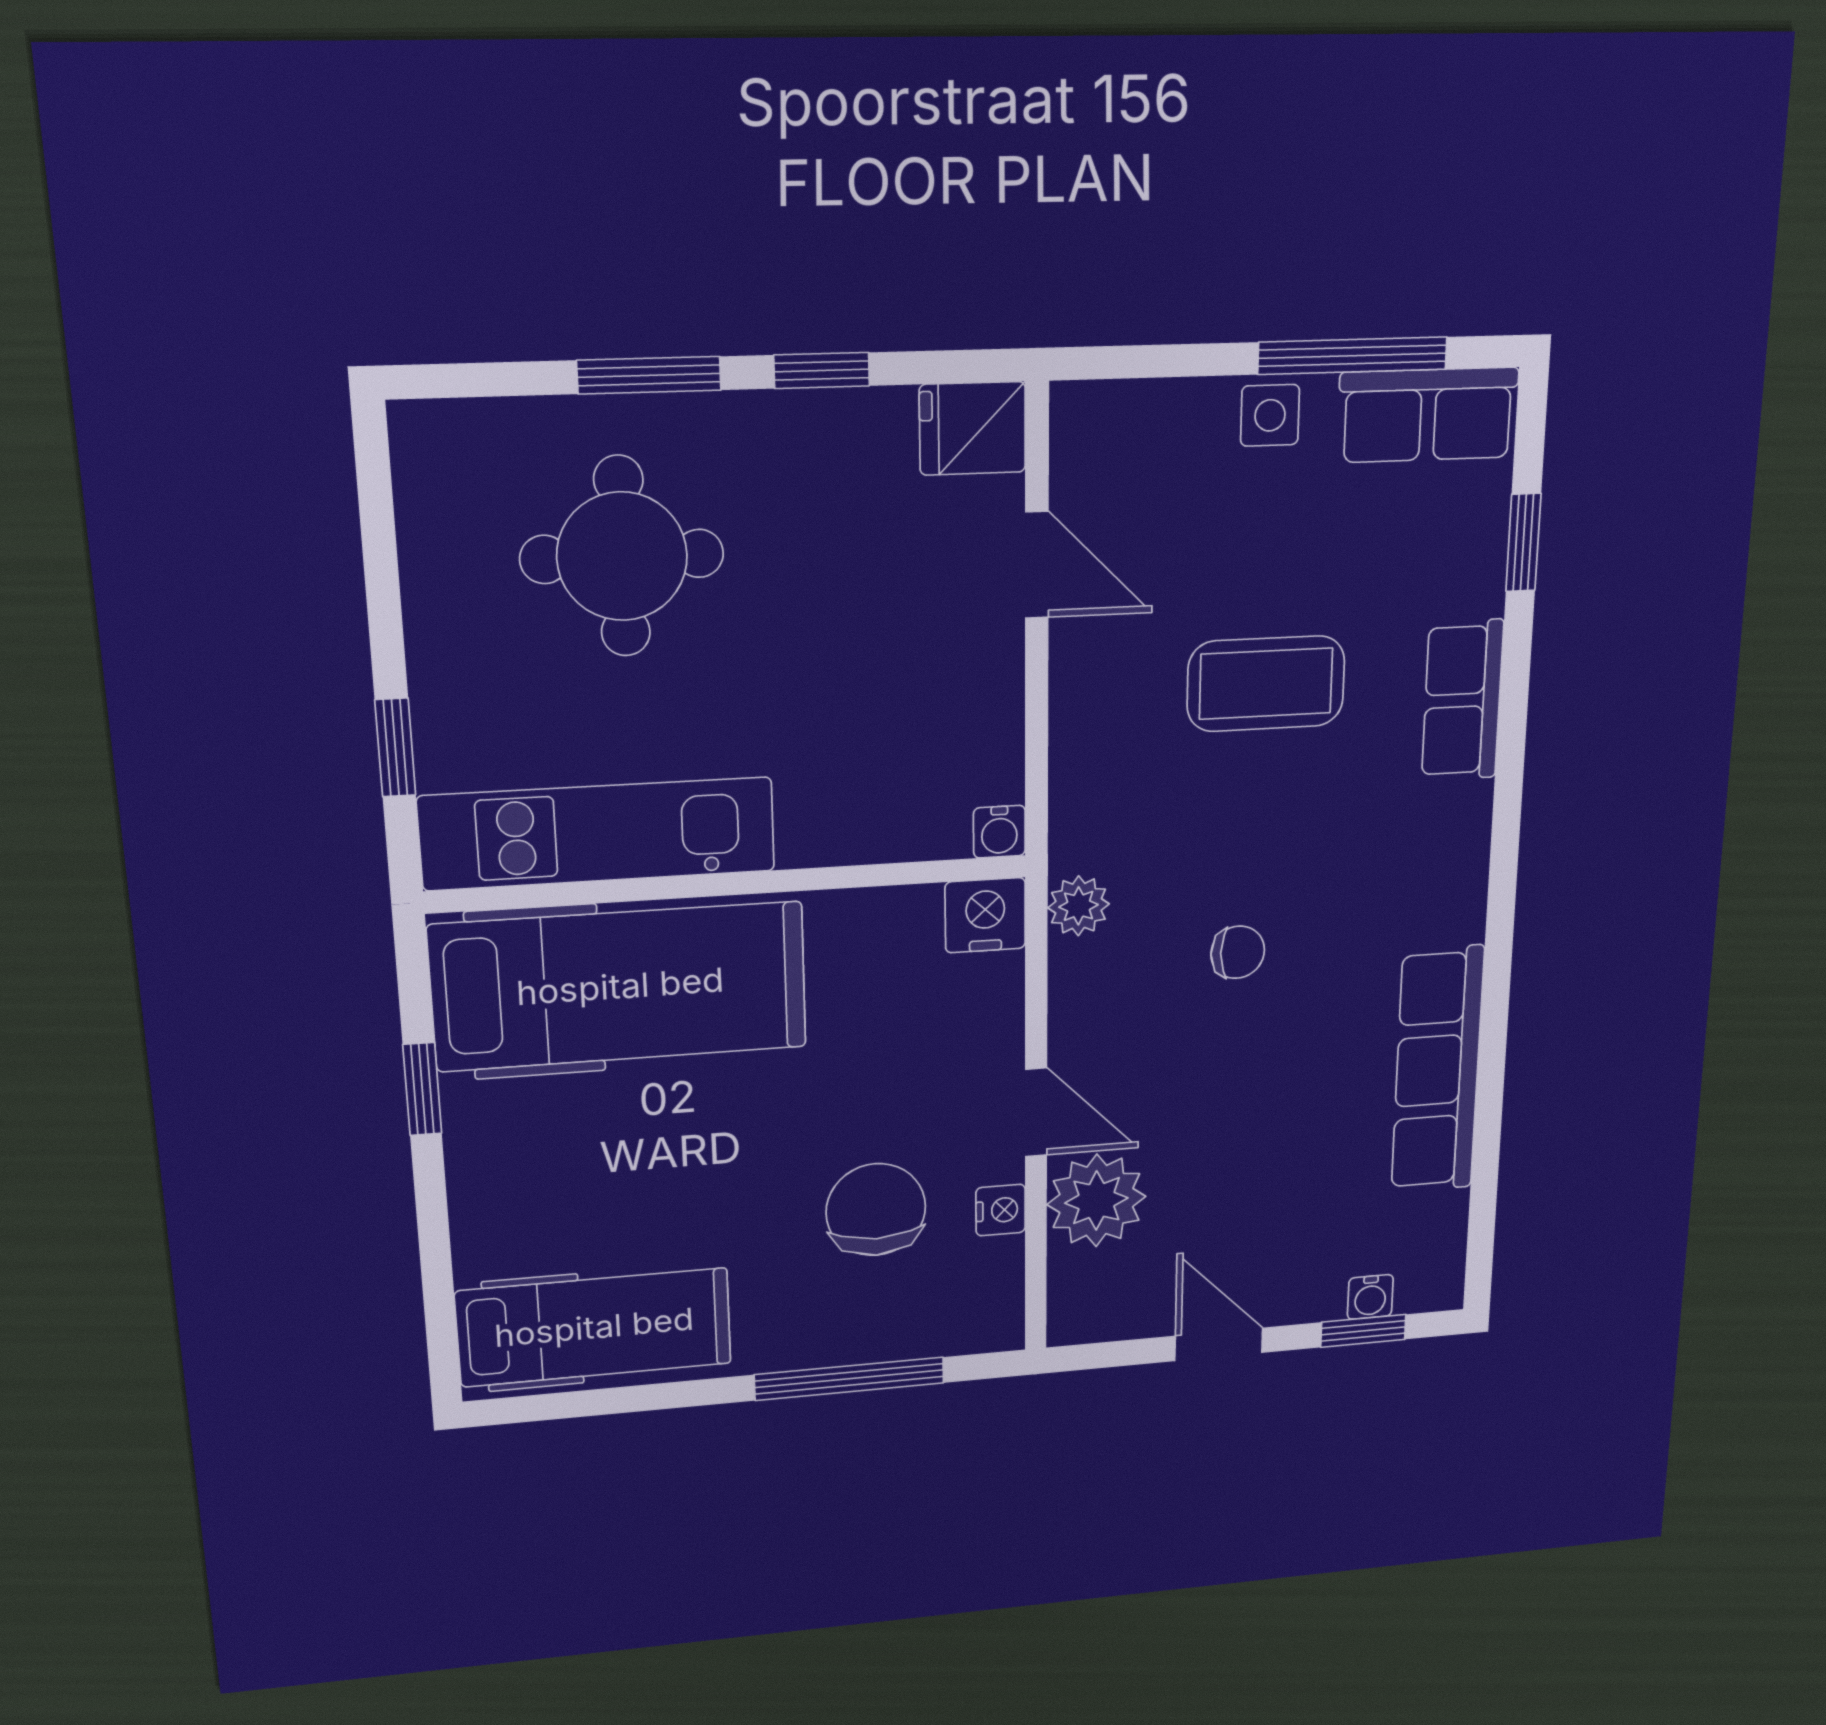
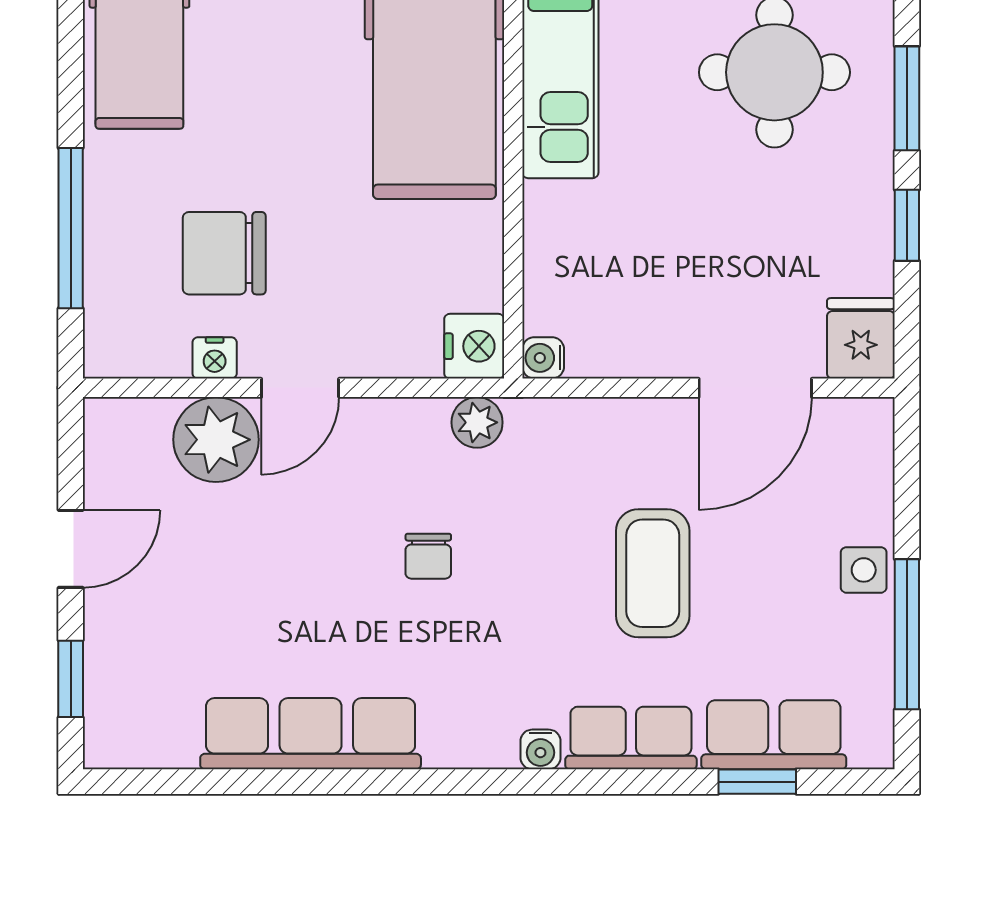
row of seats: (1428, 415) -> (774, 735), moved, turned 90
door: (1037, 565) -> (755, 388), width x1.38
chair: (876, 1210) -> (224, 253), turned 180
water cooler: (1370, 1297) -> (540, 749), moved, turned -90

